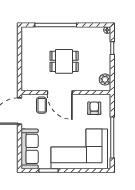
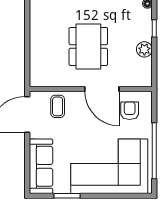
dining table: (64, 61) -> (88, 46), width x1.38
plant: (105, 79) -> (144, 49), moved
door: (60, 92) -> (102, 89), moved

